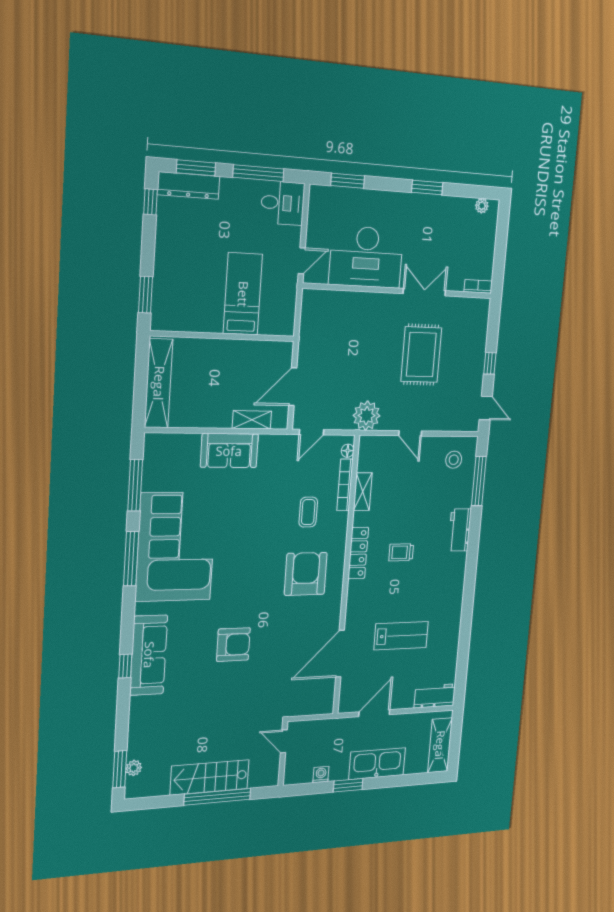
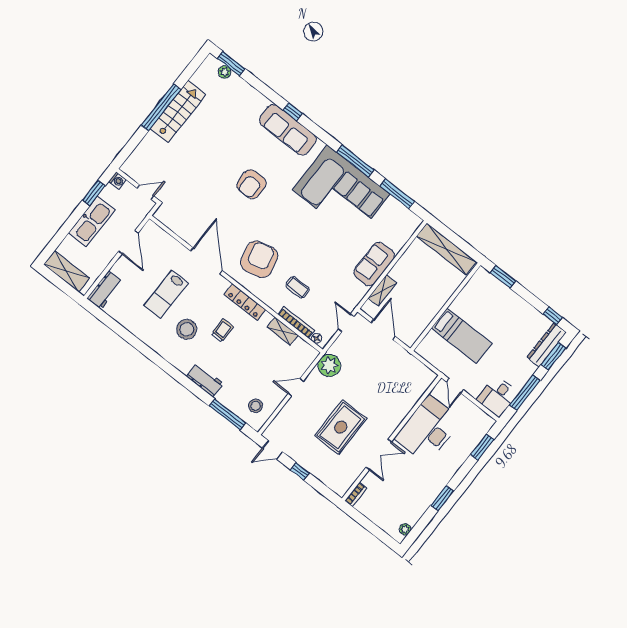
rug: (421, 355) -> (341, 427), turned 90
armchair: (306, 574) -> (259, 259), turned -103
stool: (422, 588) -> (187, 329), added
door: (340, 654) -> (206, 261), moved
door: (284, 741) -> (145, 192), moved
wall: (283, 754) -> (138, 186), moved

